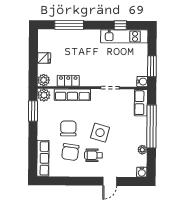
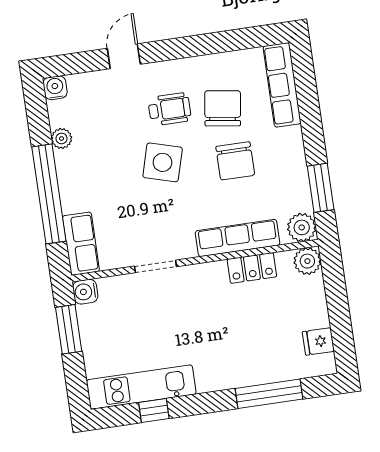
fridge: (44, 58) -> (318, 341), moved

